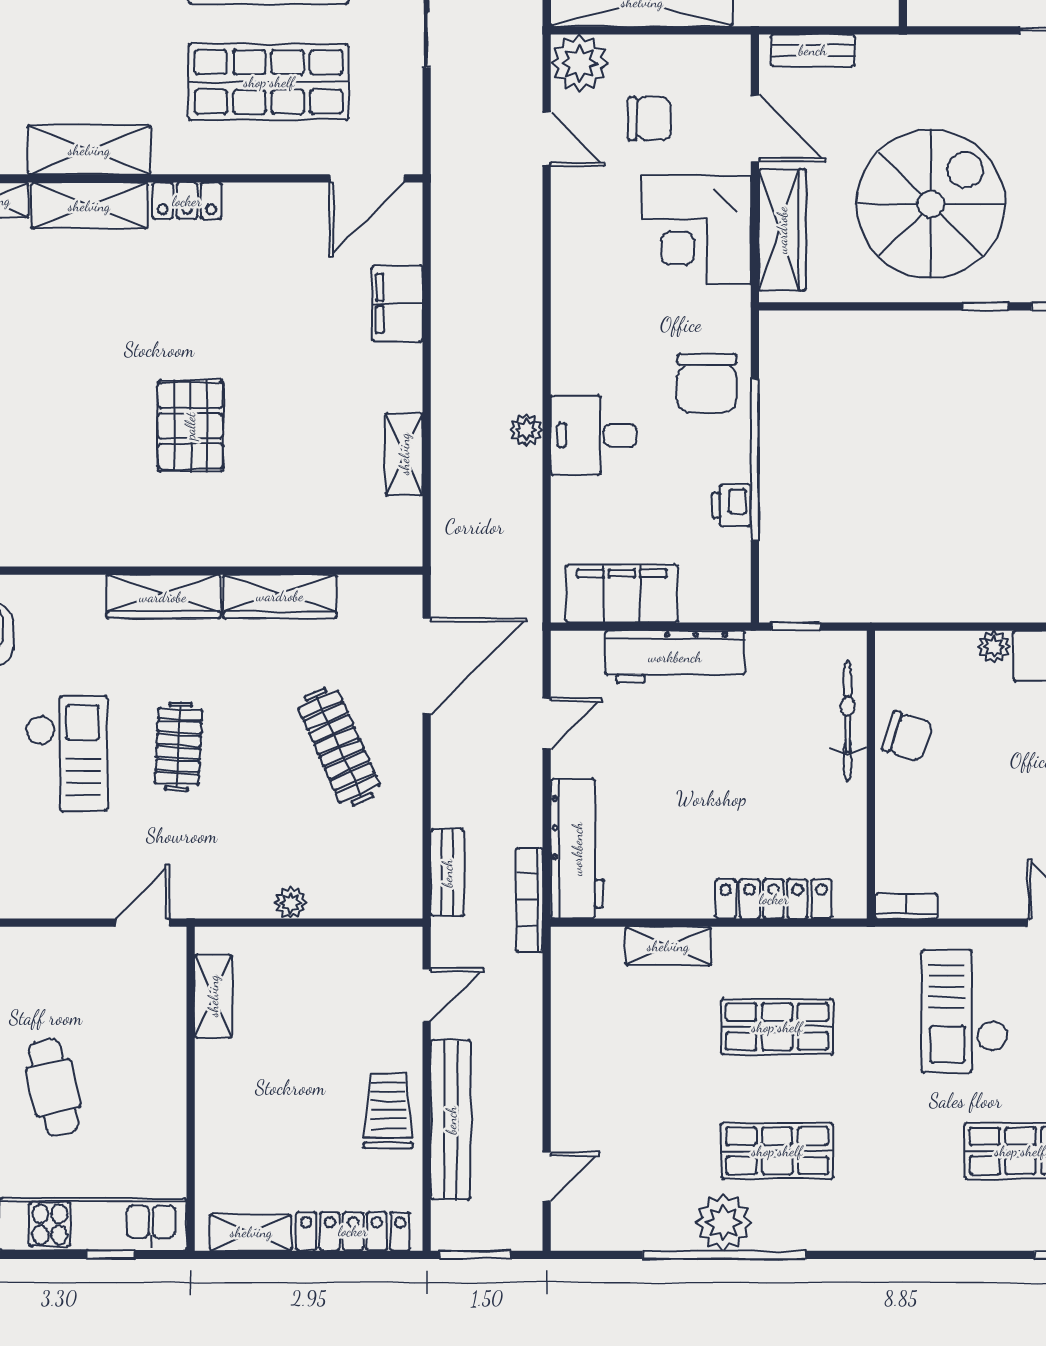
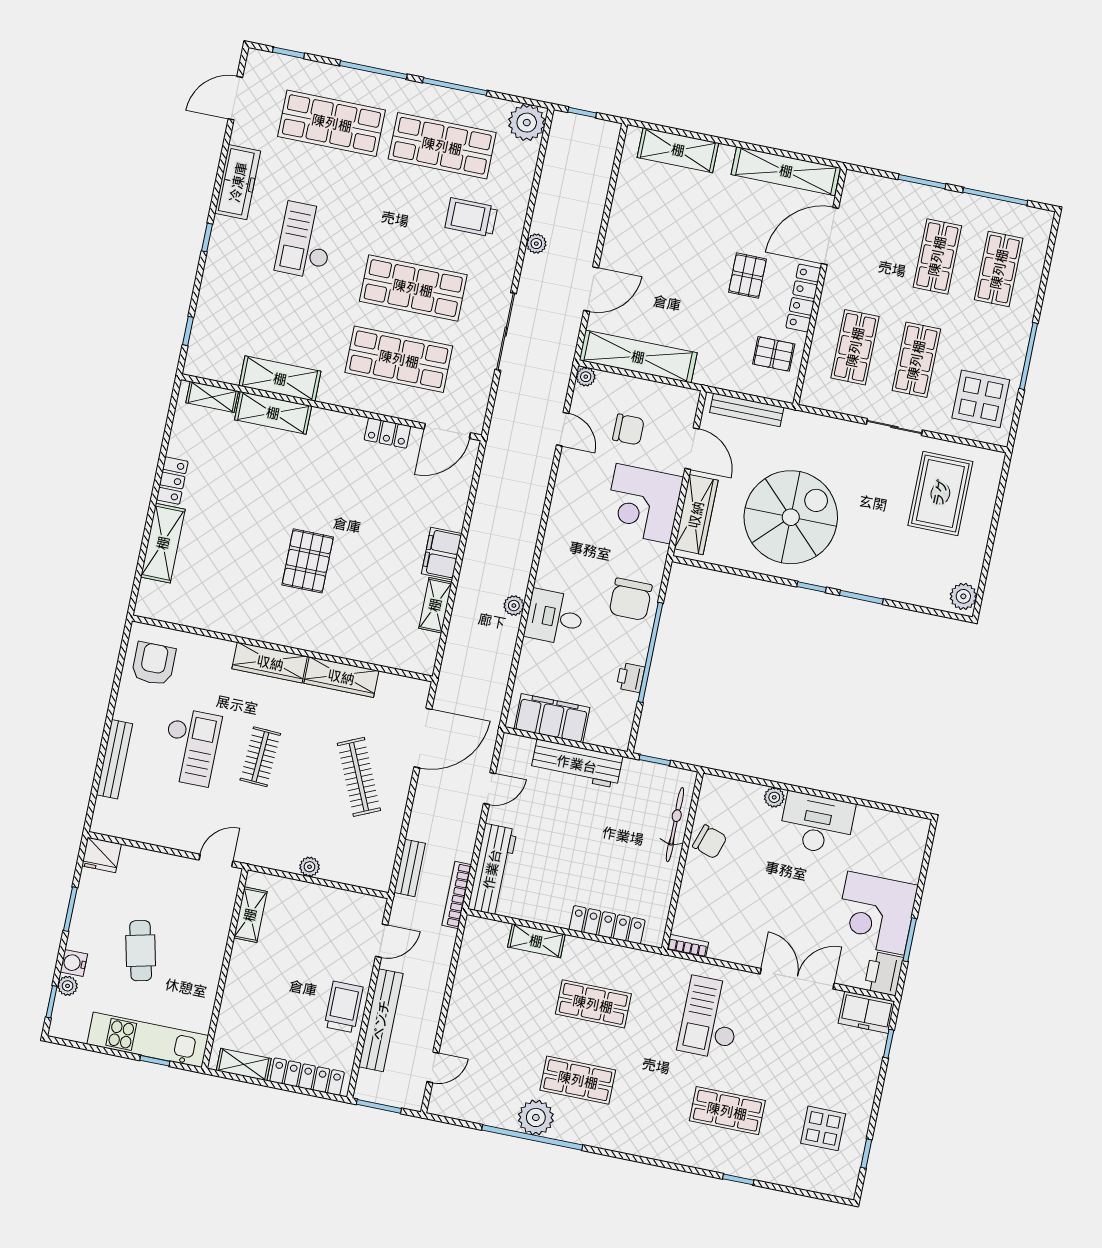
bench: (813, 50) -> (747, 410), width x1.36
plant: (580, 63) -> (586, 377), width x0.53, depth x0.53
locker: (187, 201) -> (387, 433), moved
filing cabinet: (397, 304) -> (442, 554), moved

